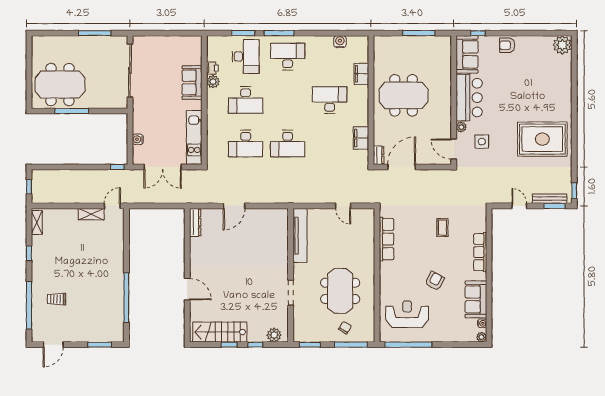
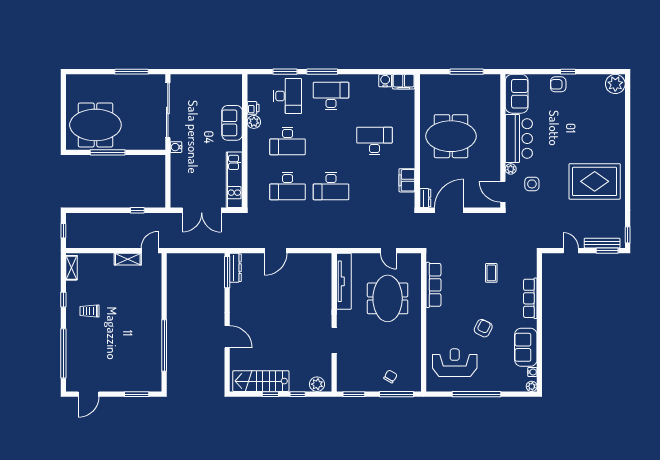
window: (478, 33) -> (568, 72), moved
filing cabinet: (361, 74) -> (404, 82), moved, turned -90
water cooler: (138, 139) -> (176, 147), moved
window: (117, 167) -> (137, 210), moved
window: (187, 227) -> (227, 272), added
meeting table: (340, 291) -> (388, 298), moved
trolley: (57, 299) -> (90, 311), moved
window: (408, 345) -> (477, 394), moved

